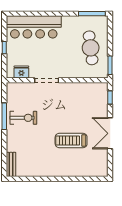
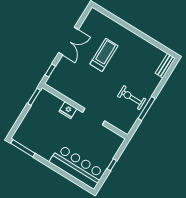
cafe table: (91, 48) -> (41, 121), removed
fridge: (21, 72) -> (68, 110), moved
treadmill: (71, 141) -> (104, 55), turned -90

